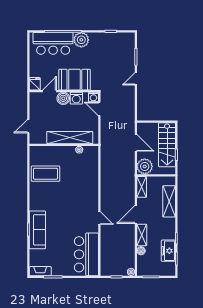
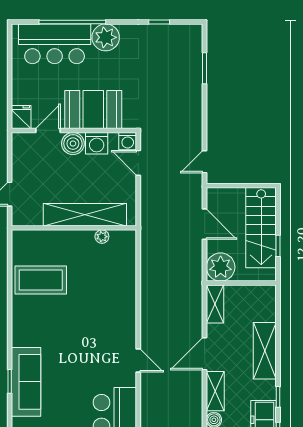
door: (136, 79) -> (205, 162), moved
shelving: (169, 201) -> (265, 351), moved

